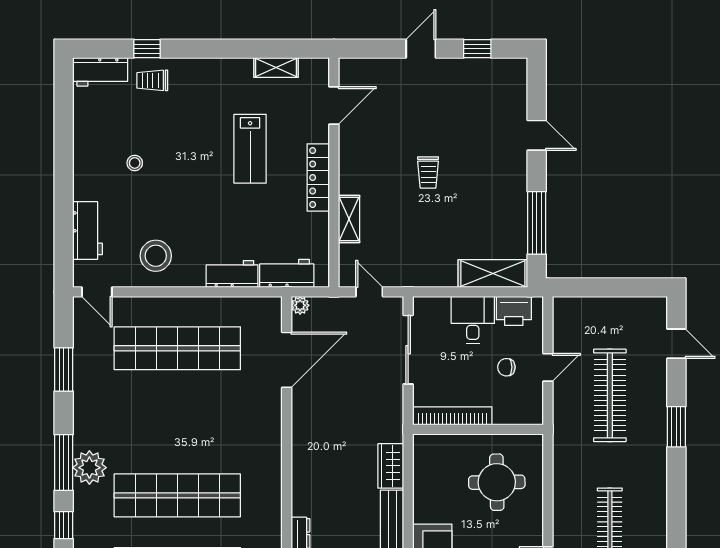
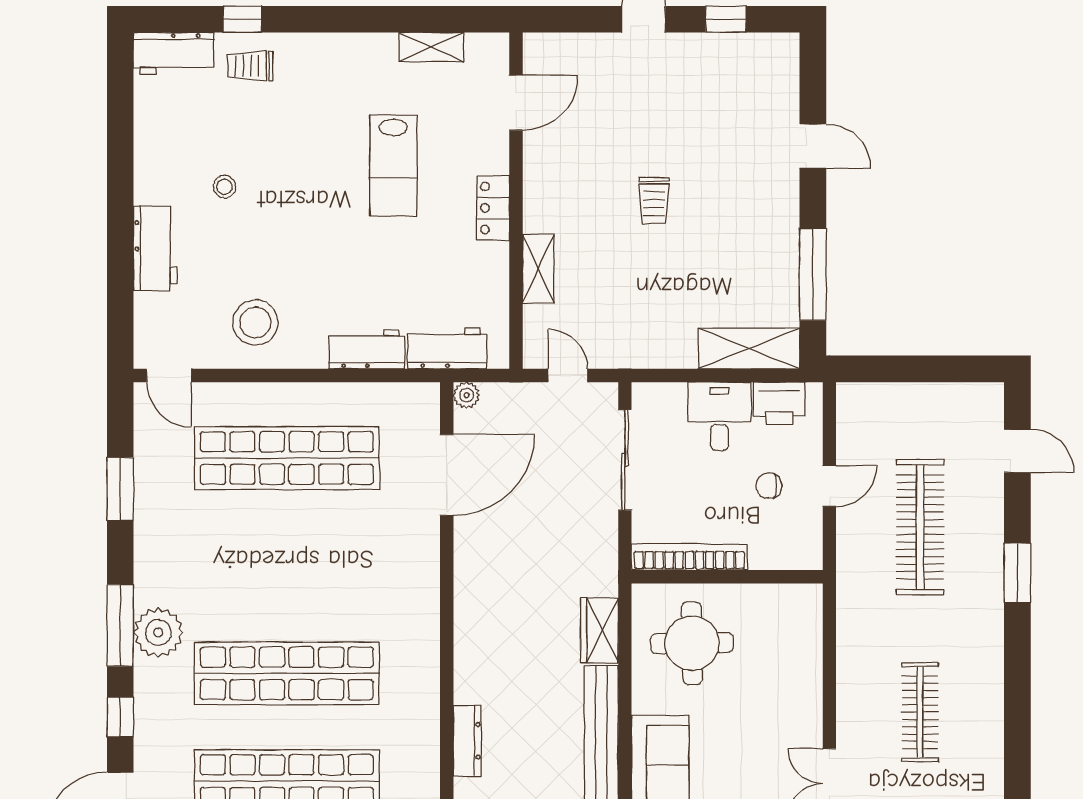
locker: (318, 178) -> (493, 208), width x0.66
workbench: (87, 230) -> (155, 248), moved
round table: (497, 482) -> (692, 643), moved

